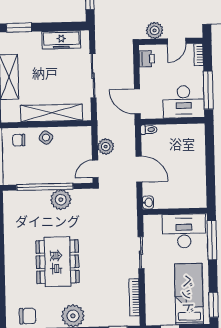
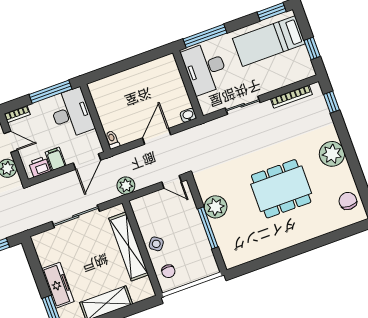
freezer: (61, 40) -> (58, 285), moved
filing cabinet: (149, 75) -> (56, 159), added
plant: (106, 147) -> (126, 186), moved
window: (45, 187) -> (208, 228), width x0.68

